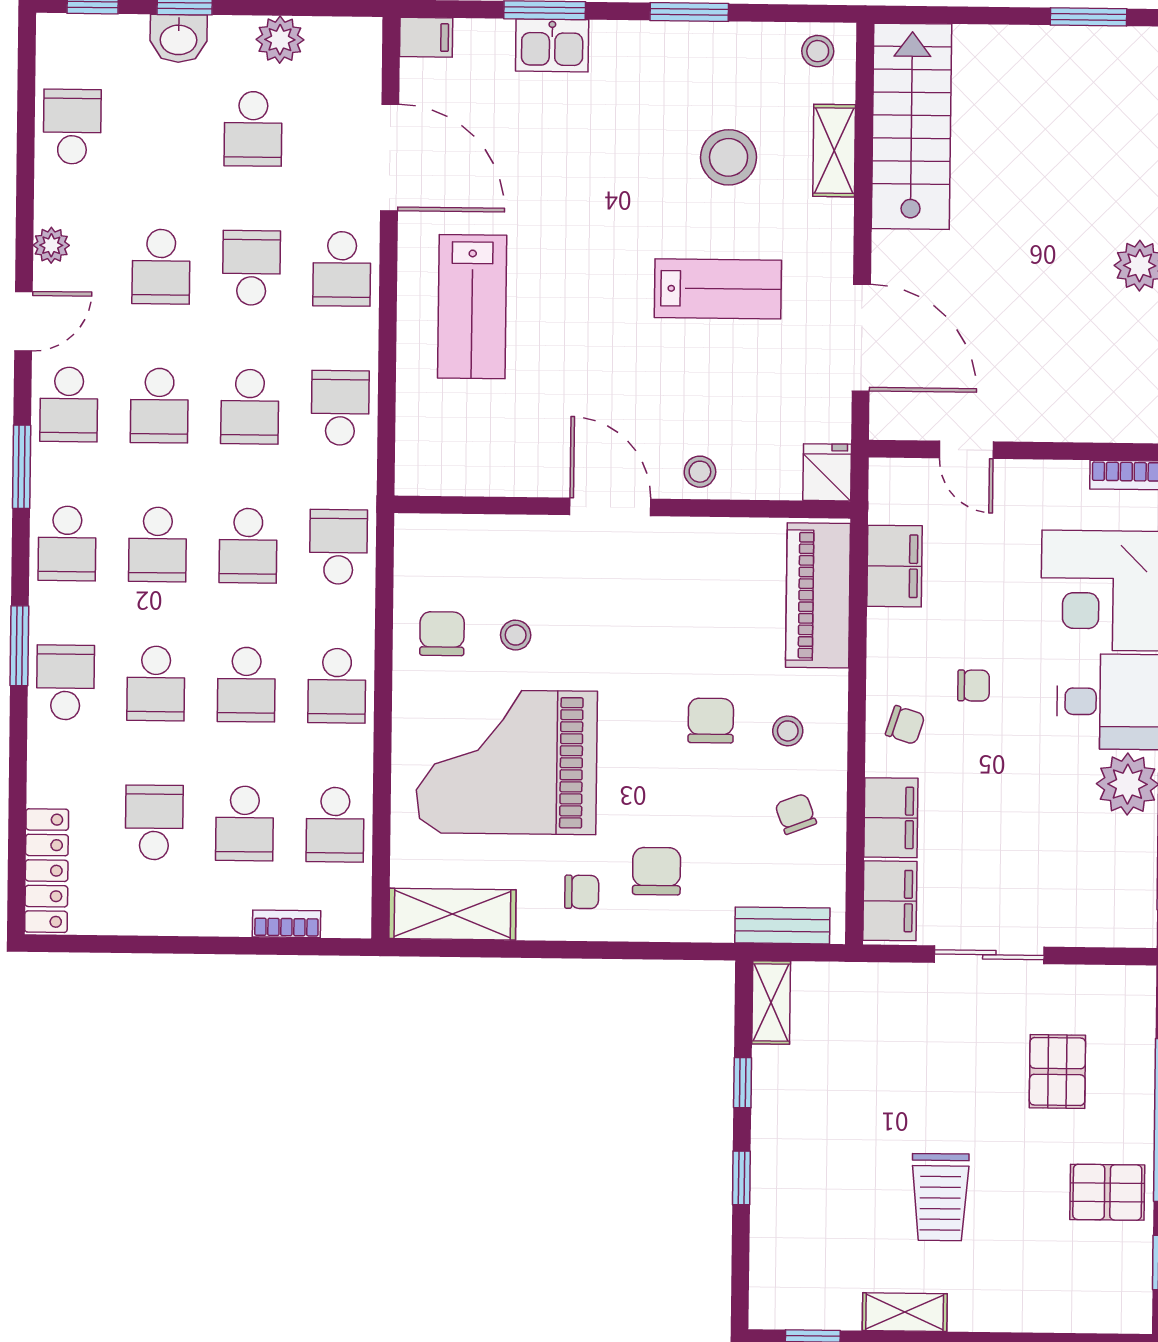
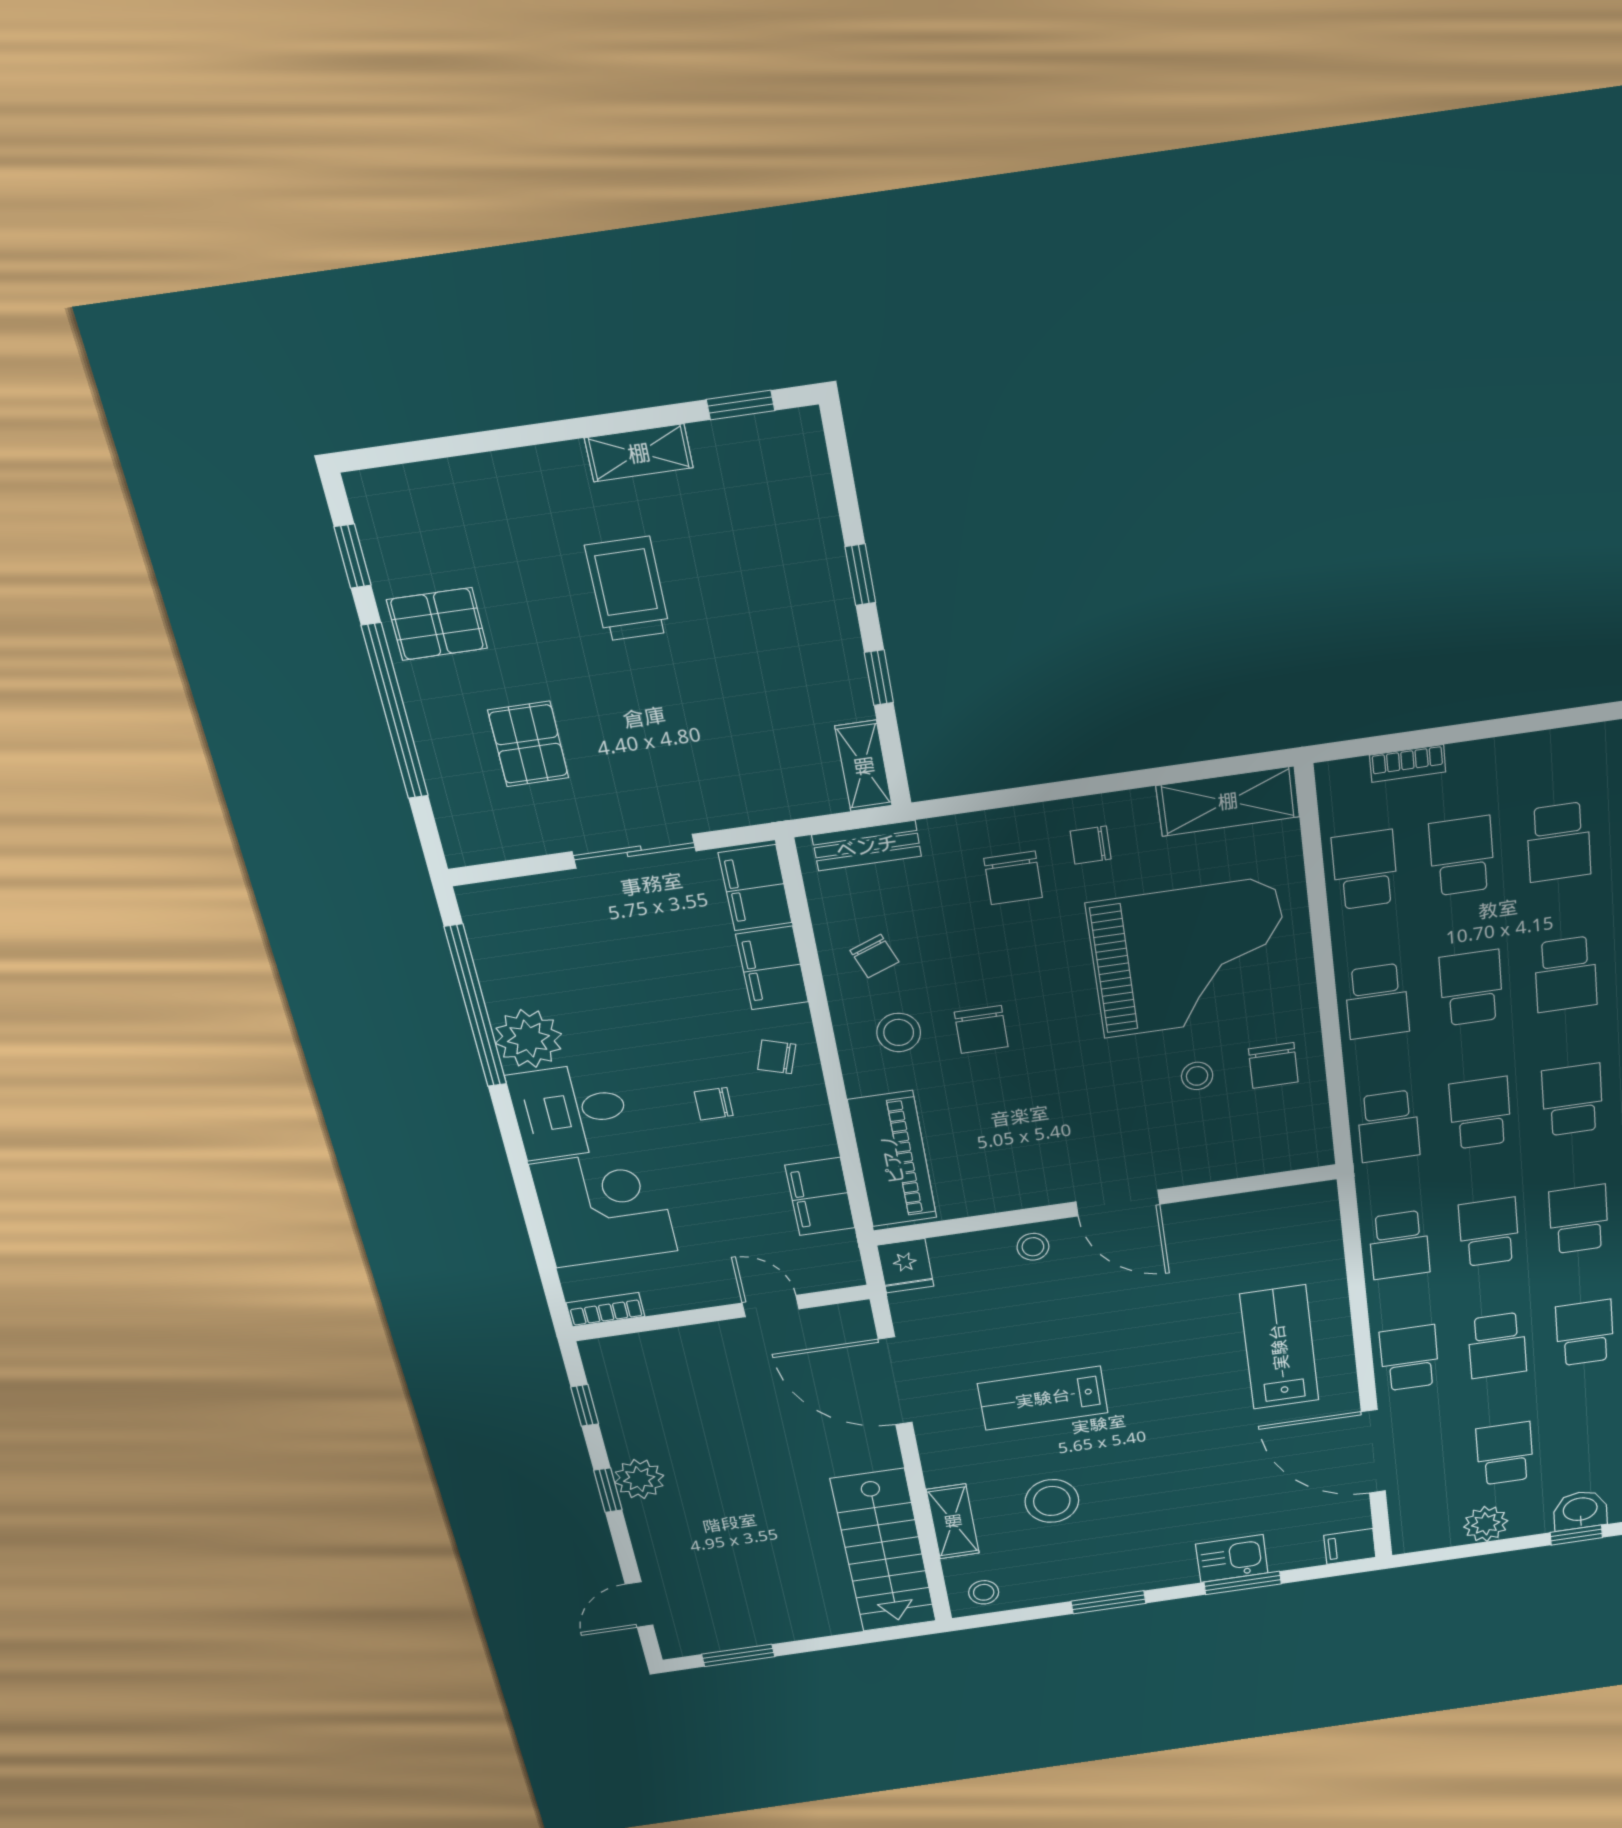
school desk: (156, 683) -> (1566, 974), turned 180
school desk: (337, 686) -> (1377, 1001), turned 180
stool: (788, 731) -> (899, 1032), width x1.37, depth x1.37

